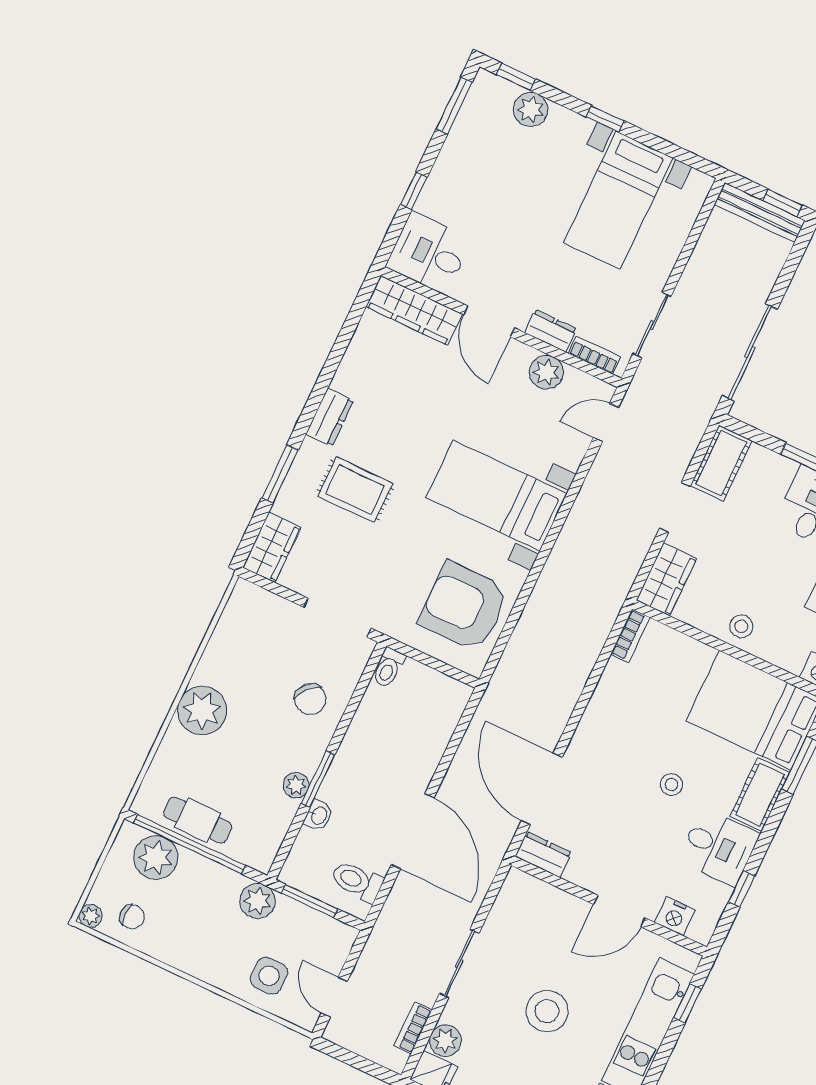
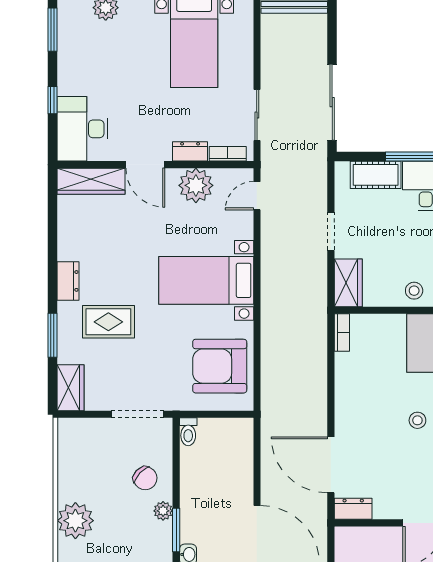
desk: (429, 253) -> (82, 129), width x1.37
plant: (546, 372) -> (196, 185), width x1.36, depth x1.36
cot: (721, 463) -> (376, 175), moved, turned 90
plant: (296, 785) -> (163, 511), moved

